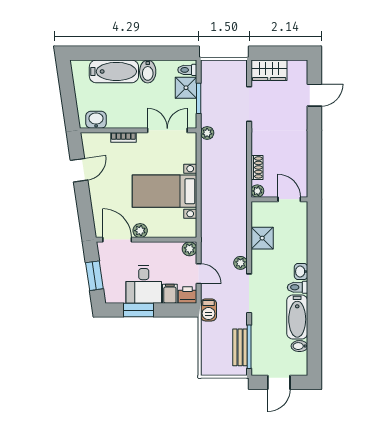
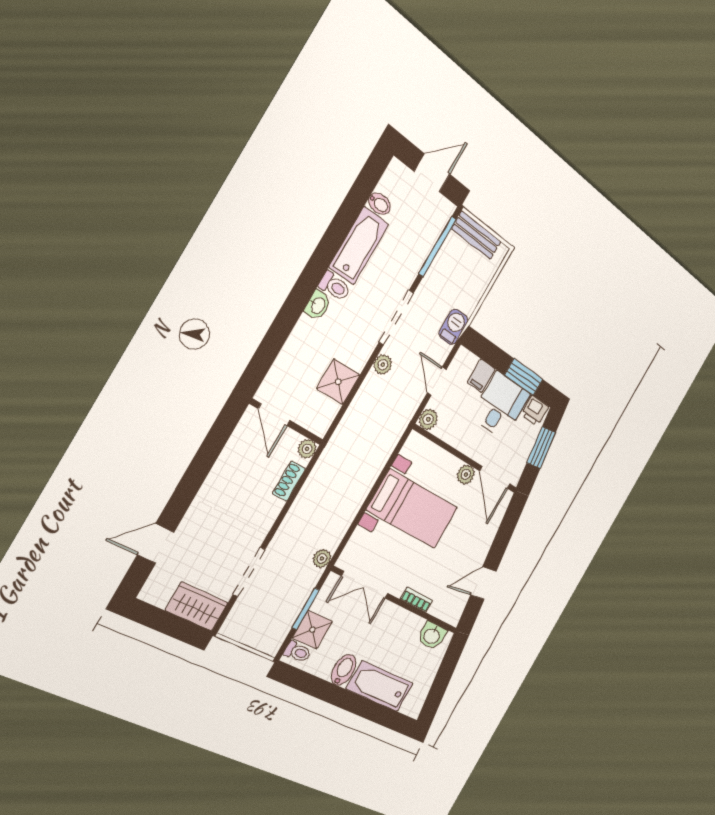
printer: (187, 295) -> (535, 411), moved
bench: (240, 347) -> (476, 235), moved, turned 90

